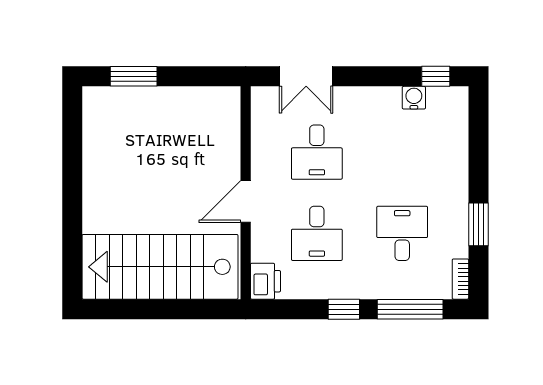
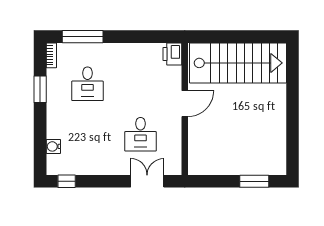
water cooler: (414, 98) -> (53, 146), moved, turned 90
desk: (317, 152) -> (140, 134), turned 180
desk: (317, 233) -> (140, 84), removed
window: (344, 309) -> (124, 37), removed

